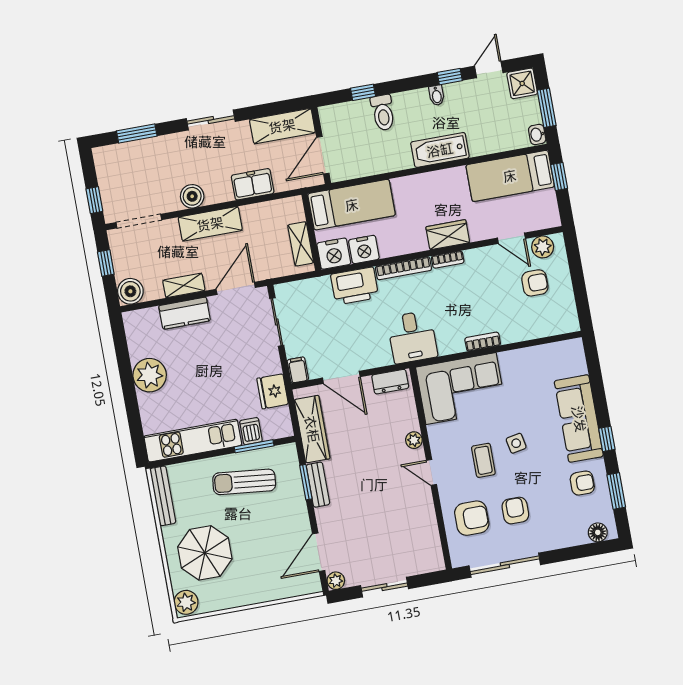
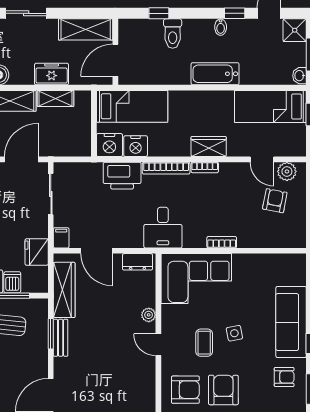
shelving: (301, 244) -> (56, 99), moved, turned 90
armchair: (535, 283) -> (275, 201), turned -79
armchair: (515, 511) -> (223, 390), width x1.38, depth x1.38

